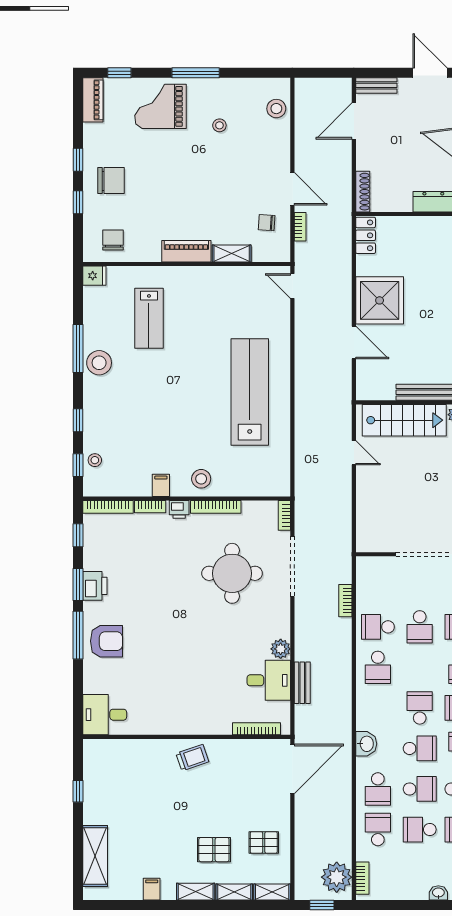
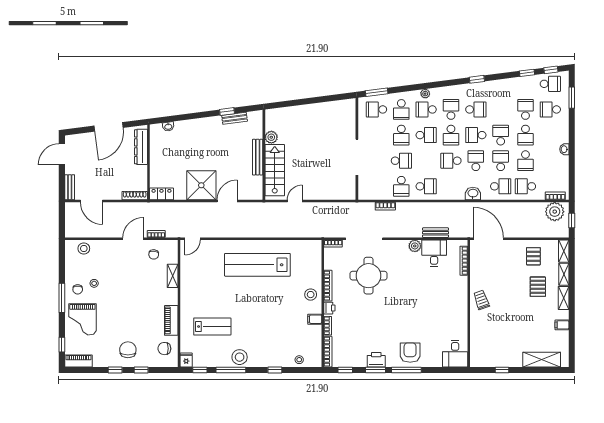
chair: (210, 99) -> (78, 289), added
piano: (186, 251) -> (171, 320), moved
window: (78, 465) -> (200, 370), moved

